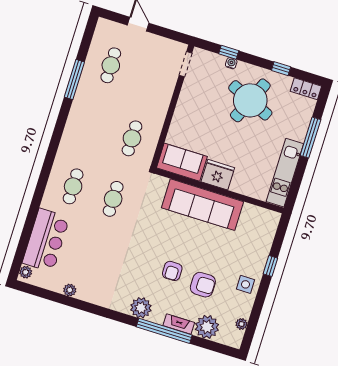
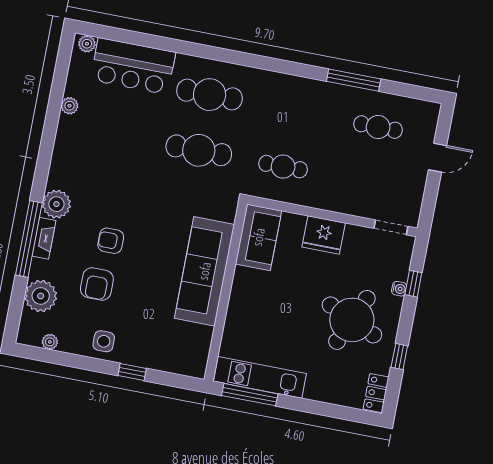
window: (310, 138) -> (250, 395), moved
fridge: (218, 175) -> (324, 235), moved, turned 90
cafe table: (73, 186) -> (210, 95), width x1.37, depth x1.35
cafe table: (113, 199) -> (199, 150), width x1.37, depth x1.35
fireplace: (179, 324) -> (44, 238), moved

